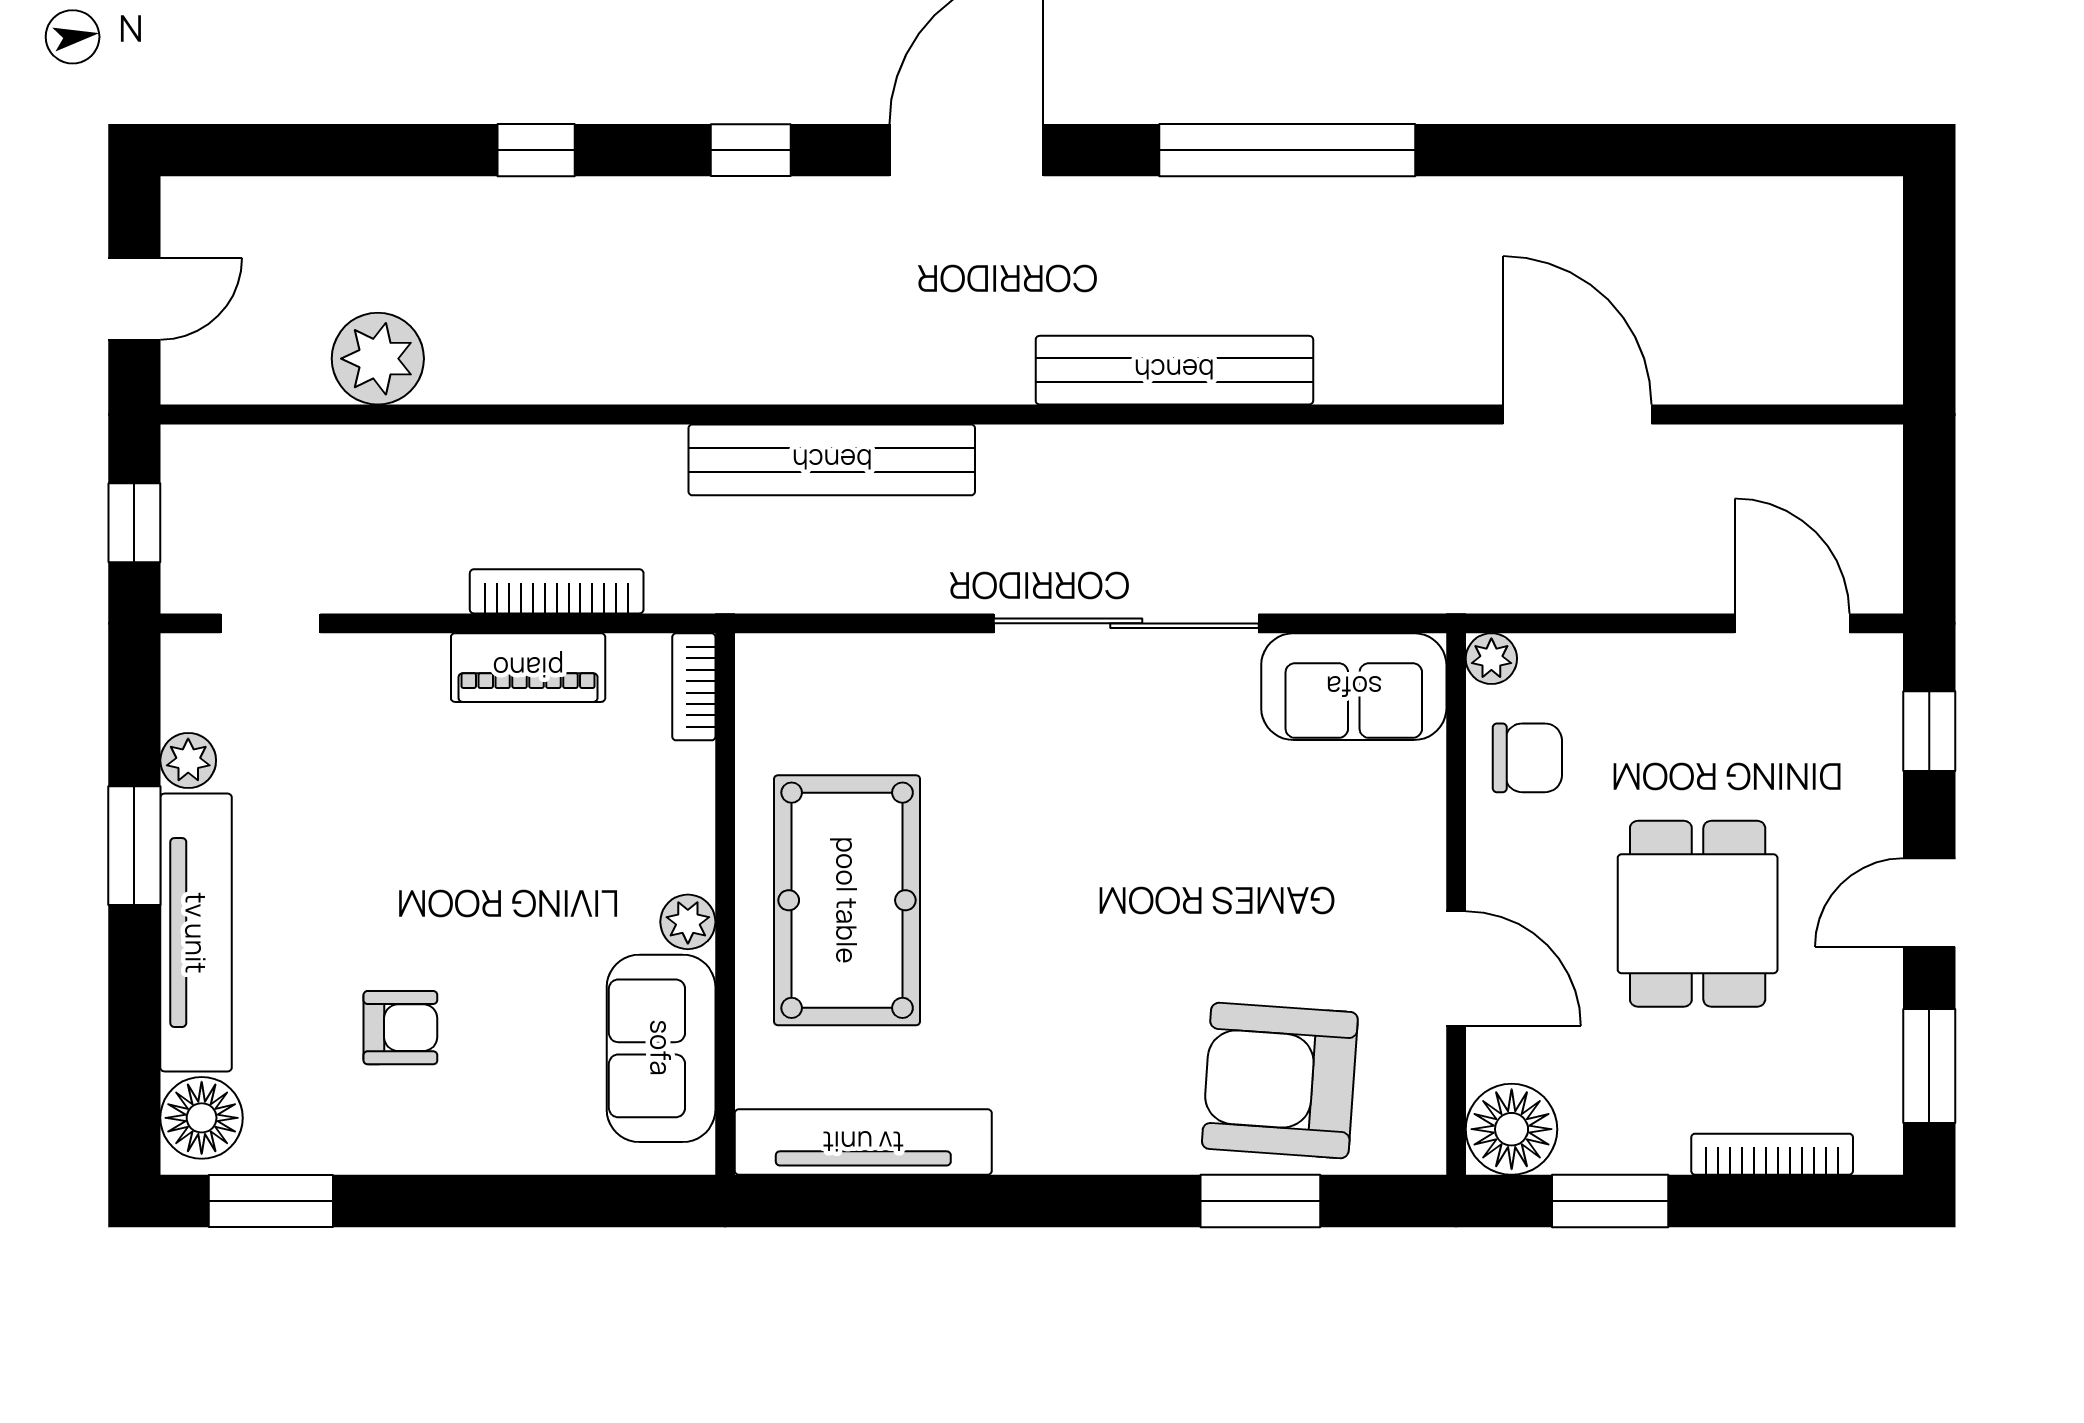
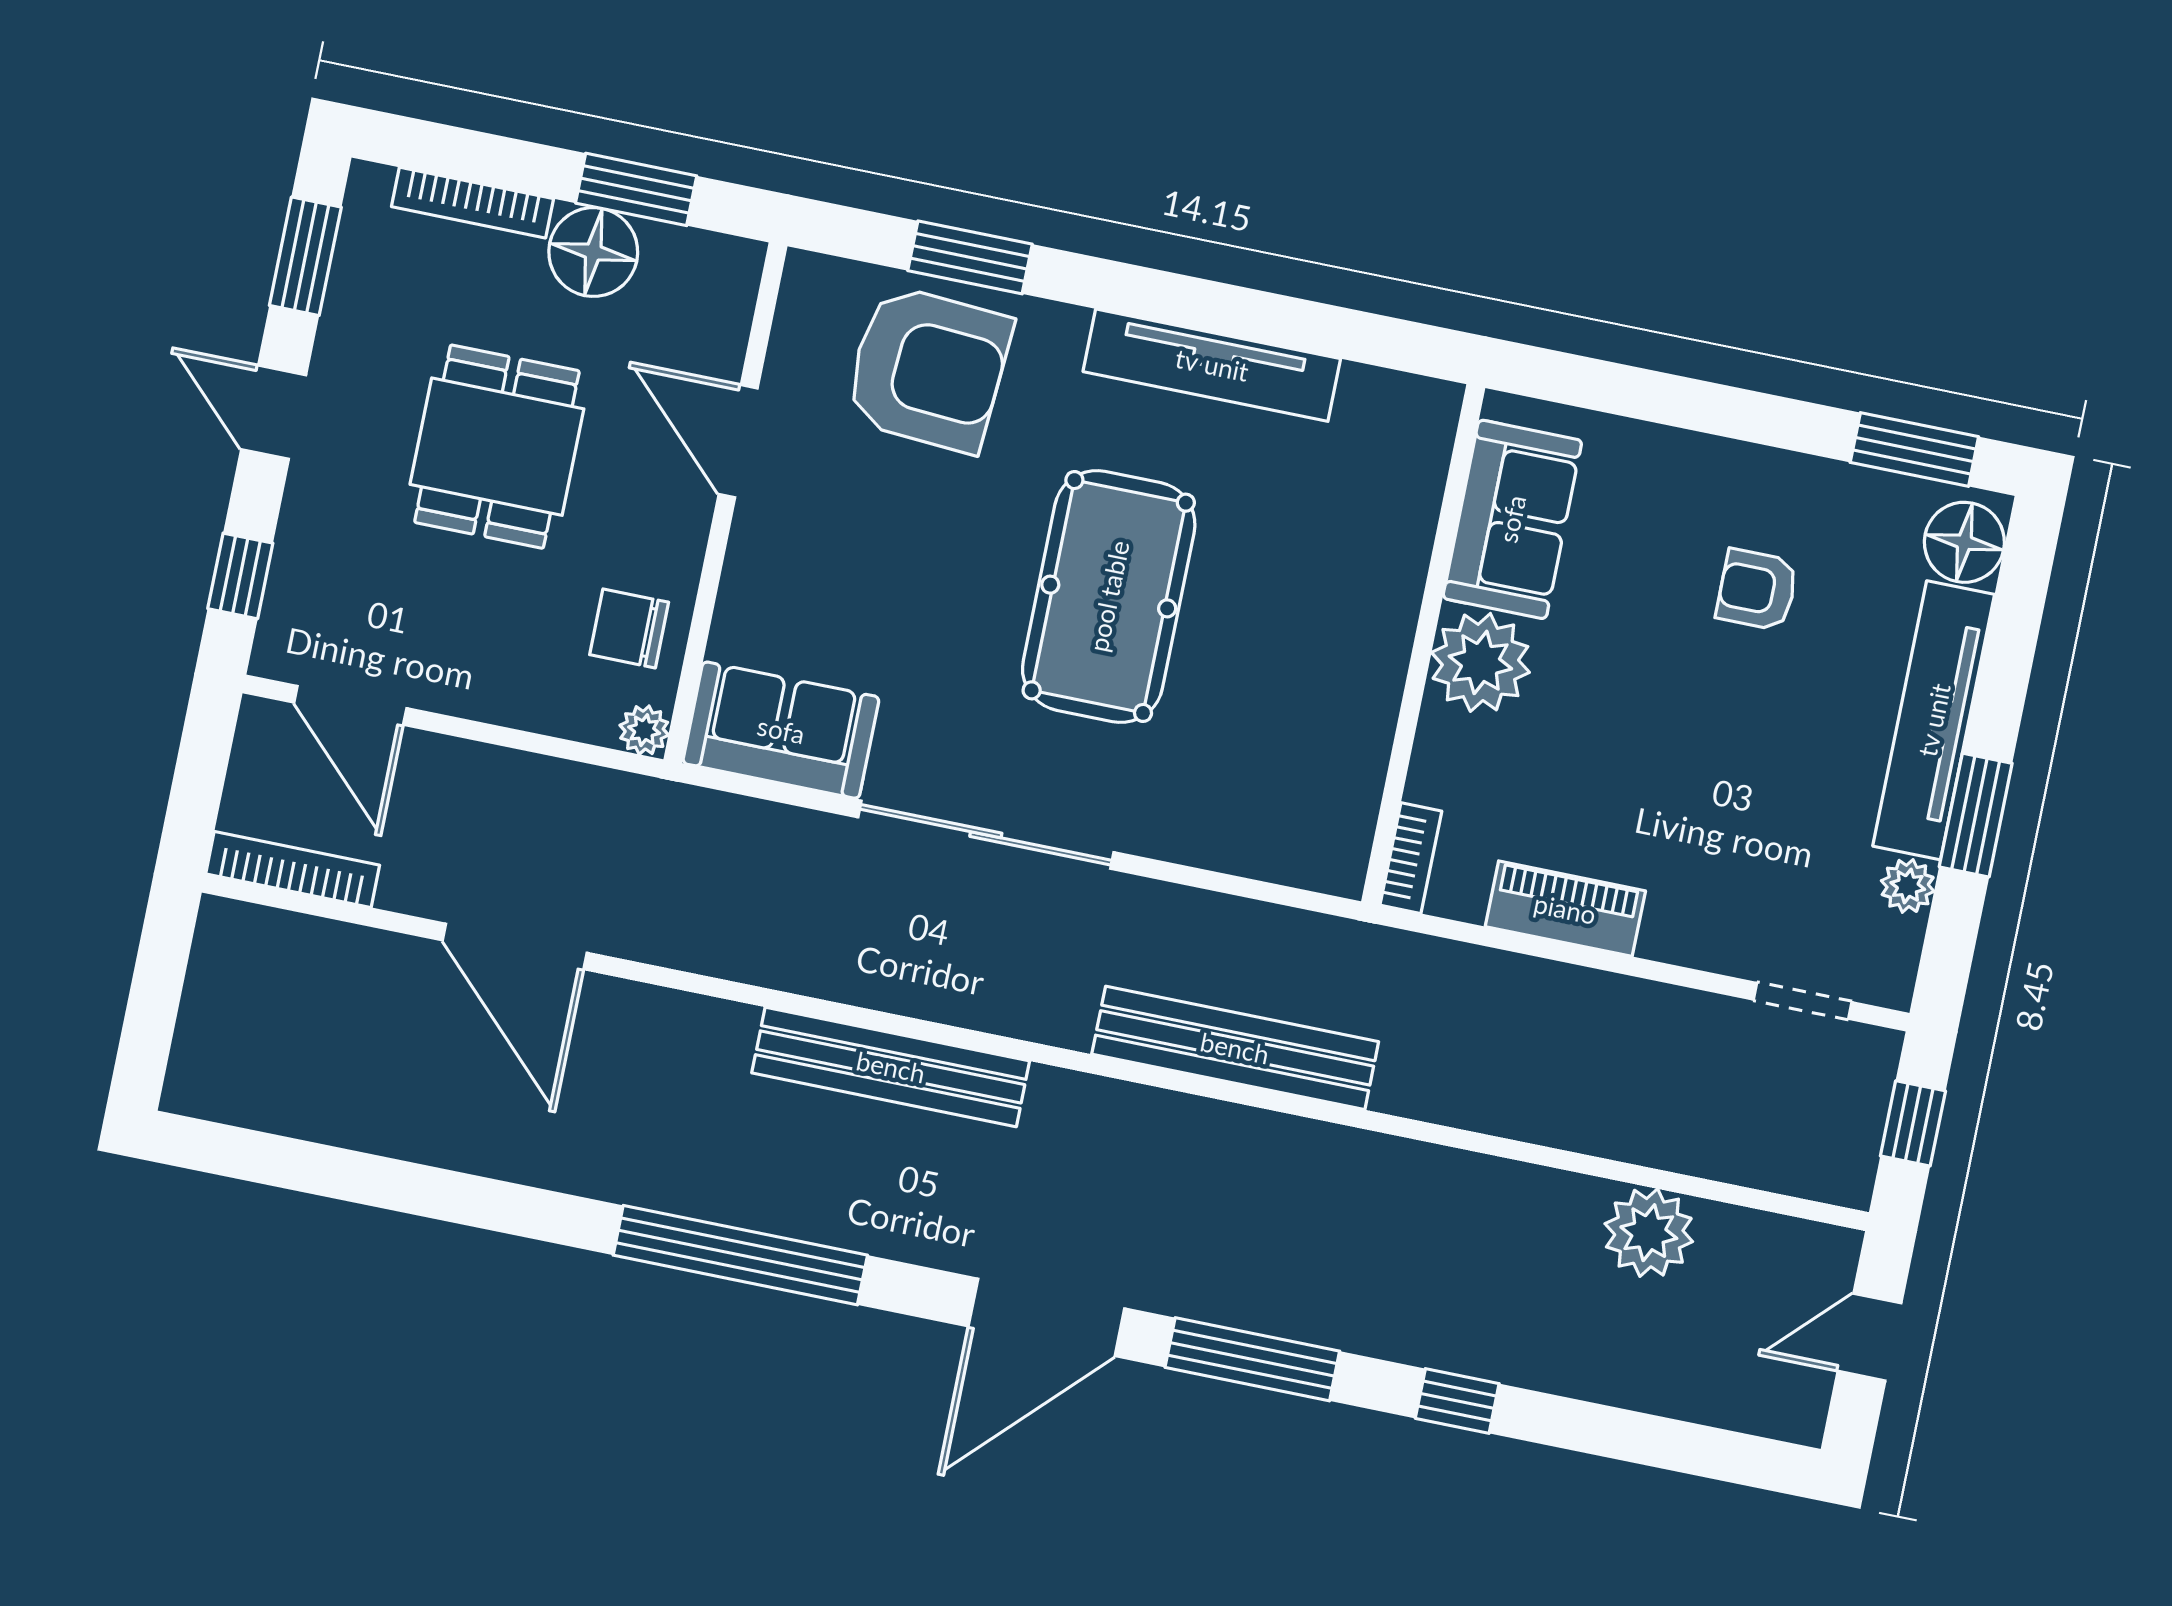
window: (751, 150) -> (1252, 1359), width x2.17
bookcase: (557, 591) -> (293, 870), moved, turned 180
pool table: (847, 900) -> (1109, 596), moved
door: (1929, 903) -> (274, 412), swing flipped
plant: (688, 922) -> (1480, 662), width x1.87, depth x1.87
floor lamp: (1512, 1129) -> (593, 252), moved
tv unit: (863, 1142) -> (1212, 365), moved

